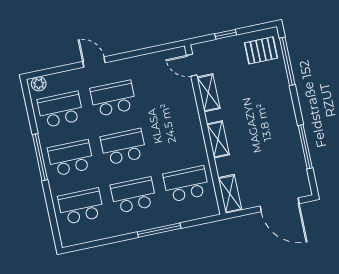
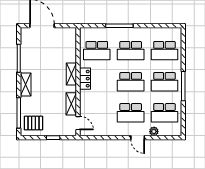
plant: (39, 84) -> (154, 131), moved
locker: (195, 137) -> (85, 79), added
shelving: (230, 194) -> (26, 85), moved

